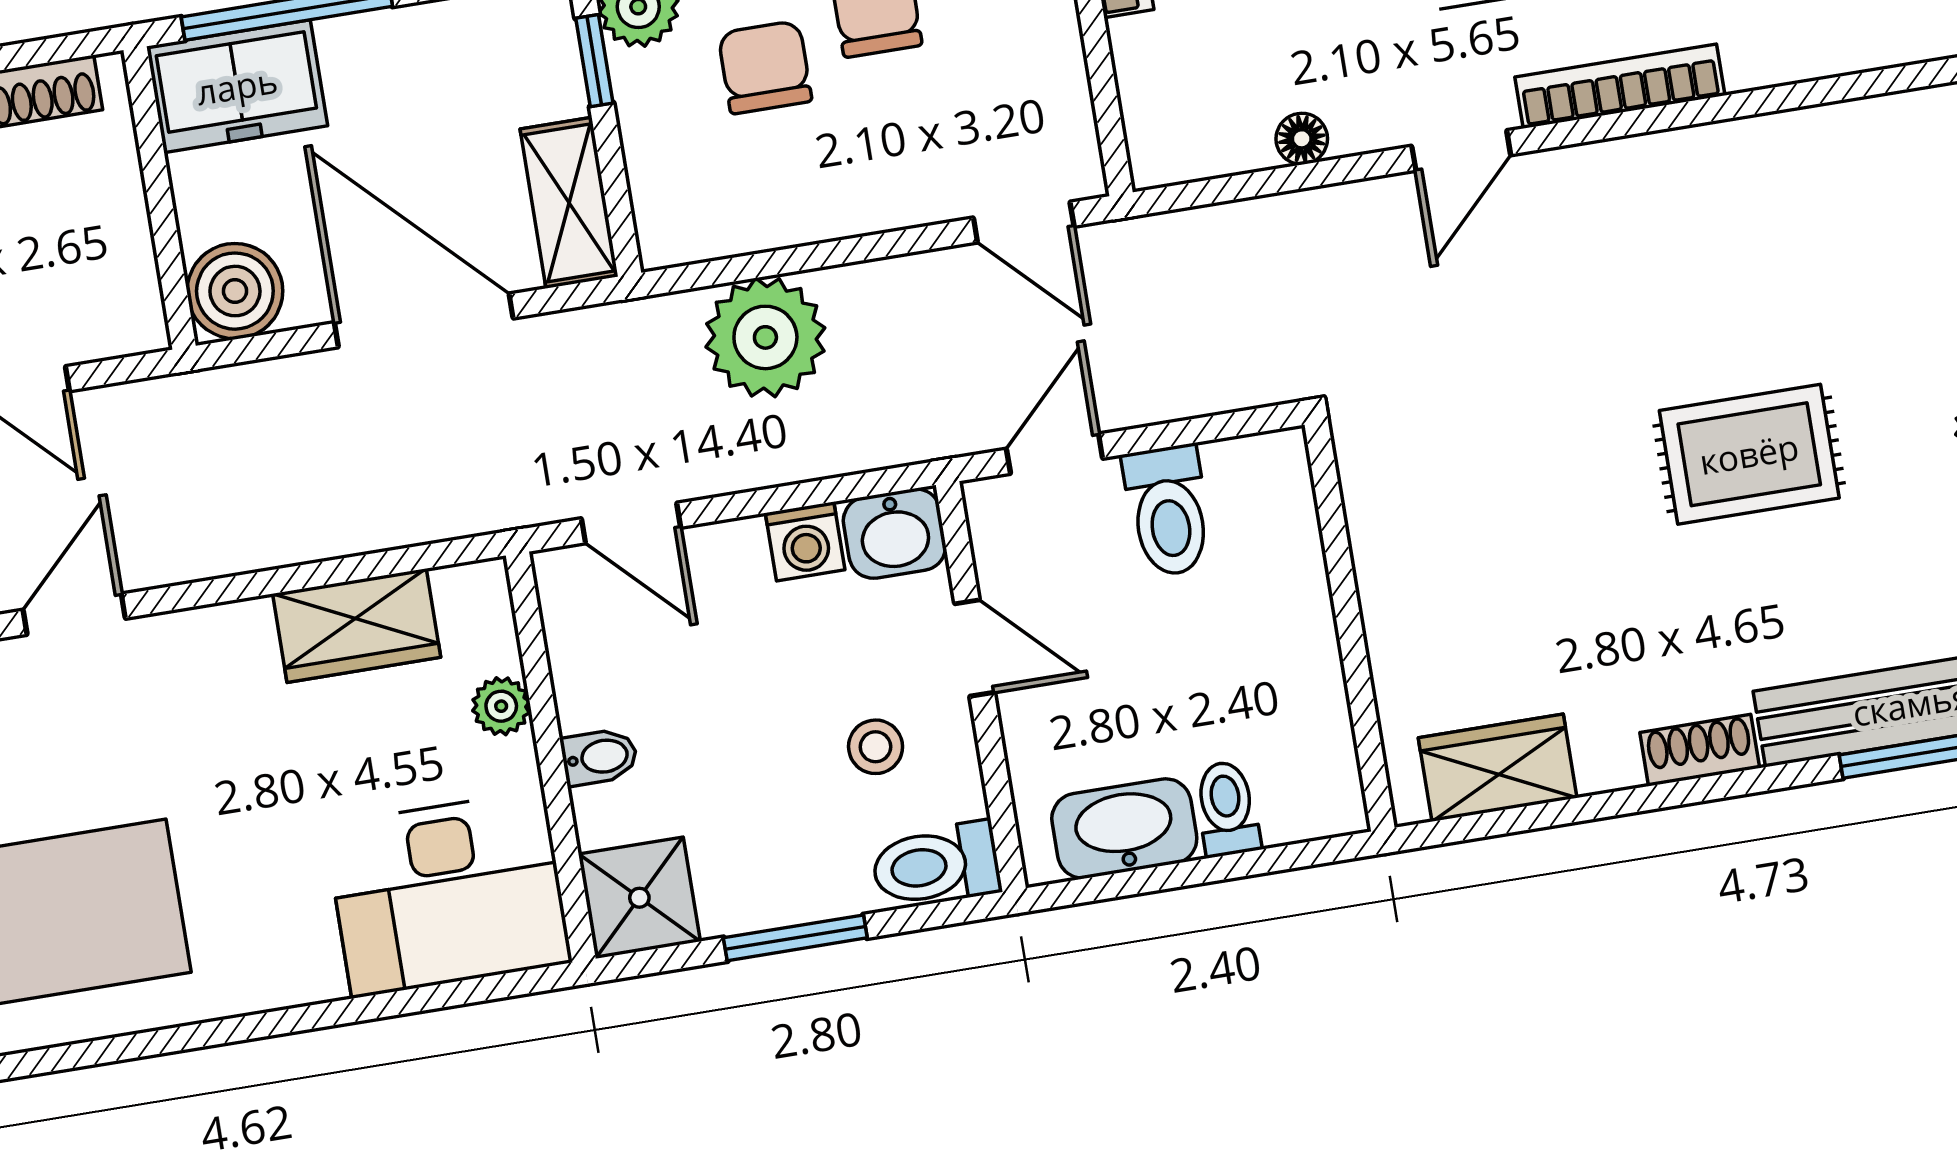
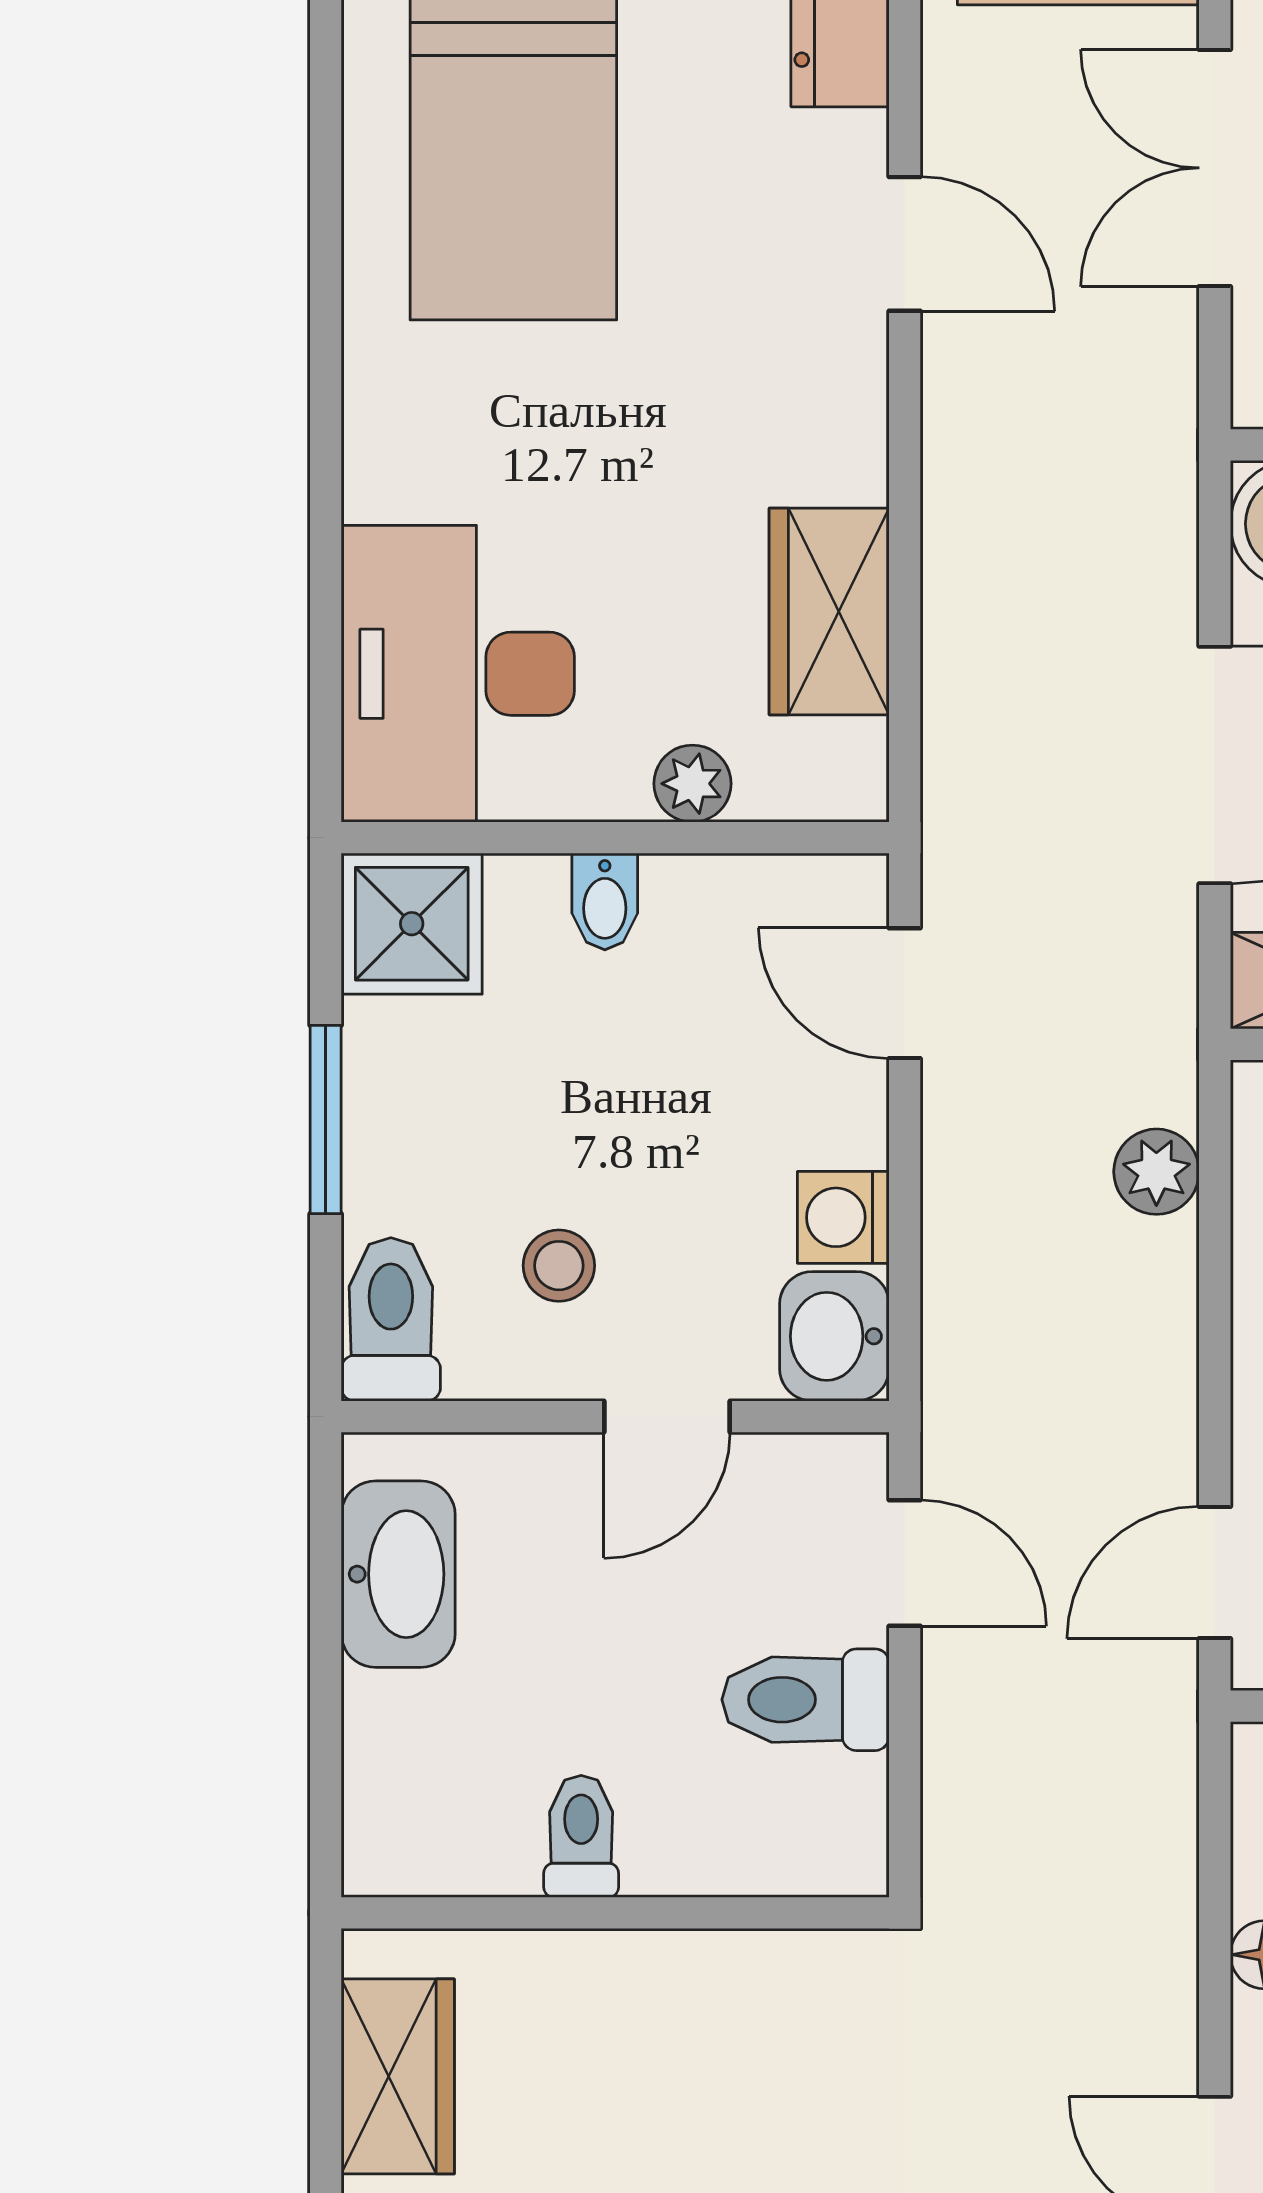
plant: (765, 337) -> (1156, 1172), width x0.53, depth x0.53
door: (631, 523) -> (905, 993), hinge flipped
toilet: (1227, 809) -> (581, 1836), moved, turned -90

